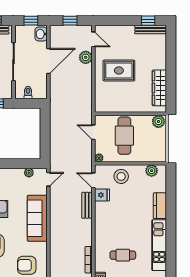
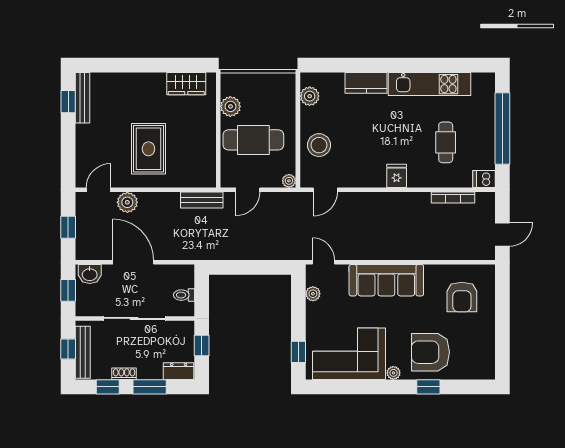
wardrobe: (159, 88) -> (186, 84), width x0.67
plant: (158, 121) -> (230, 106), moved
fridge: (102, 195) -> (397, 176), moved
bench: (87, 205) -> (202, 200), moved

